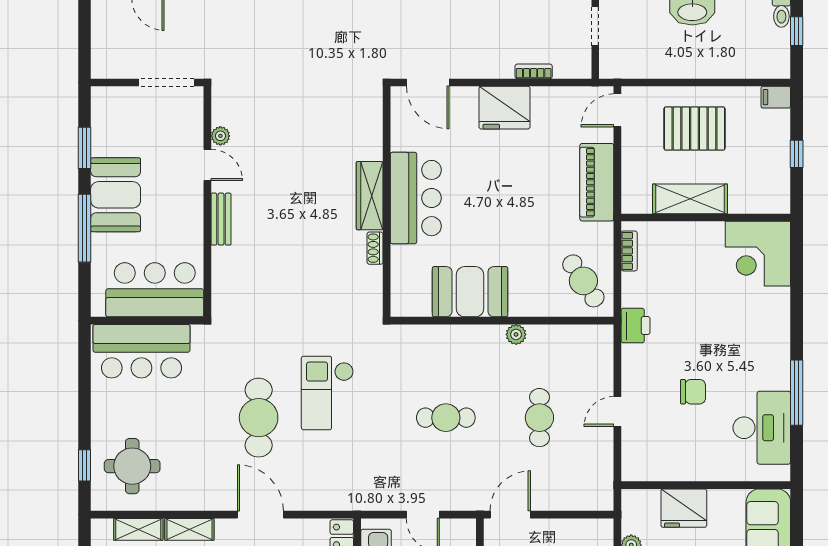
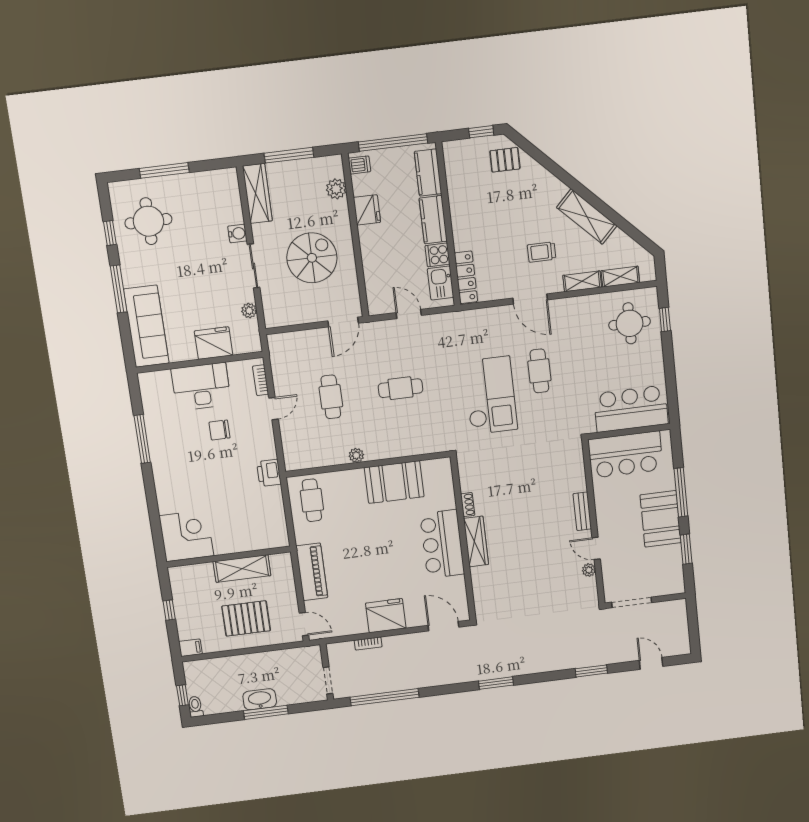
door: (617, 110) -> (304, 624), hinge flipped
bookcase: (629, 251) -> (261, 380), moved
cafe table: (583, 281) -> (312, 500), turned 33
checkout: (327, 393) -> (490, 395), width x1.36, depth x1.21
cafe table: (259, 418) -> (539, 371), width x0.73, depth x0.74
desk: (762, 428) -> (201, 387), moved, turned 90

